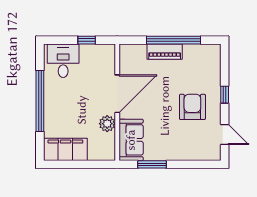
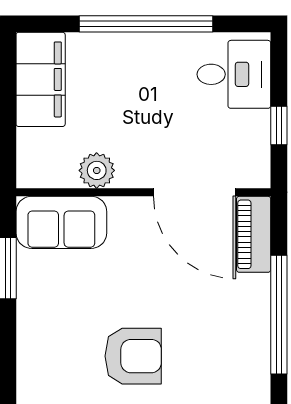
piano: (165, 52) -> (254, 234), moved
door: (117, 94) -> (195, 192), moved

